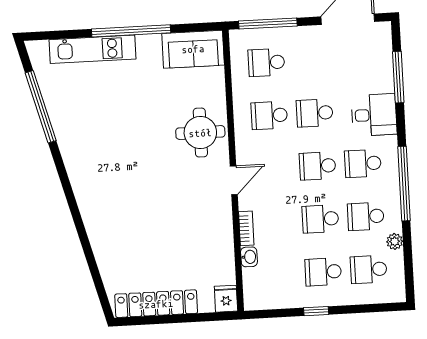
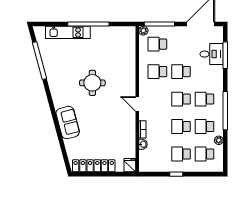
plant: (238, 38) -> (143, 31), added
sofa: (193, 49) -> (68, 123), moved, turned -105
desk: (374, 115) -> (212, 54), moved
round table: (200, 133) -> (92, 83), moved
door: (234, 180) -> (137, 104), swing flipped

